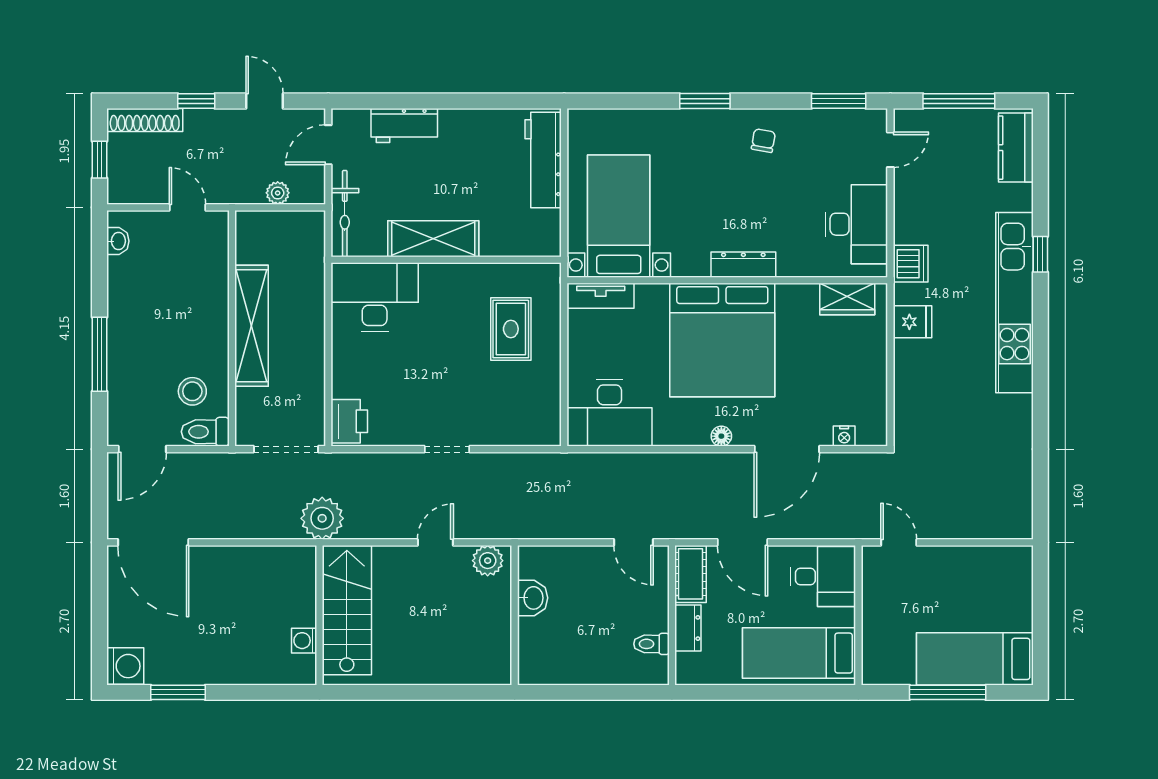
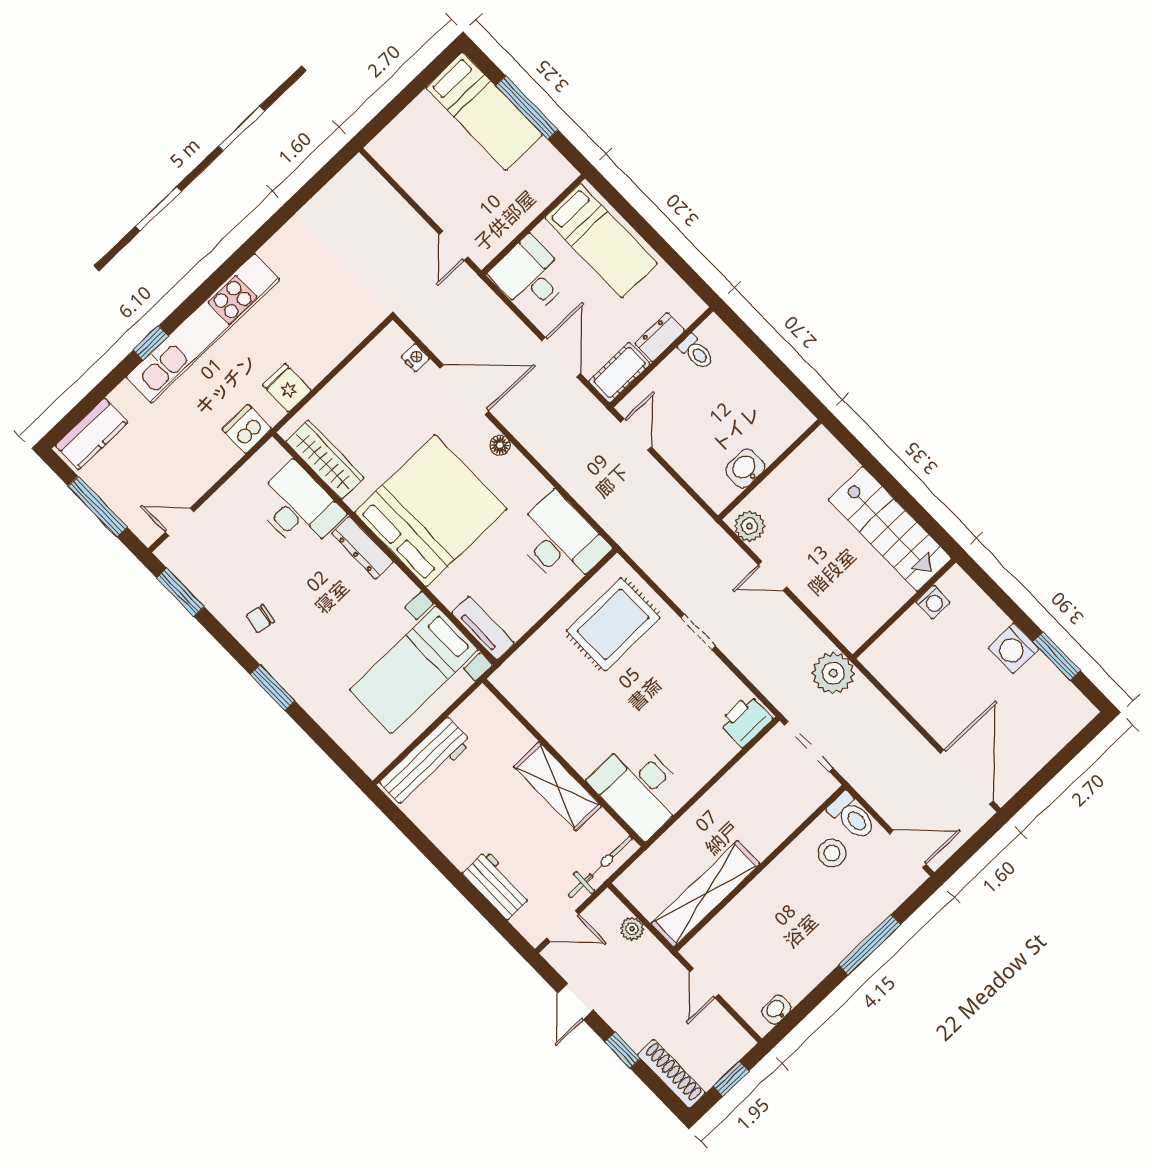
desk: (856, 224) -> (298, 507), moved, turned 90
wardrobe: (847, 299) -> (325, 460), width x1.50
shelving: (252, 326) -> (706, 894), moved
rug: (511, 329) -> (613, 624), moved, width x1.36, depth x1.43
stairs: (347, 610) -> (890, 529), moved, turned -90
washing machine: (125, 666) -> (1014, 648), moved, turned -90

